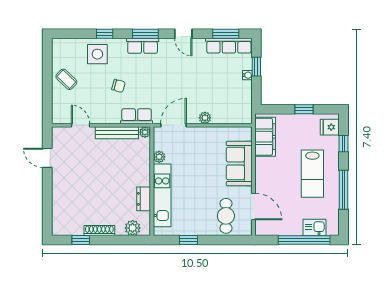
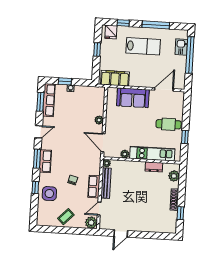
plant: (60, 115) -> (91, 223), added
row of seats: (137, 116) -> (94, 187), moved
cafe table: (226, 216) -> (169, 124), moved

